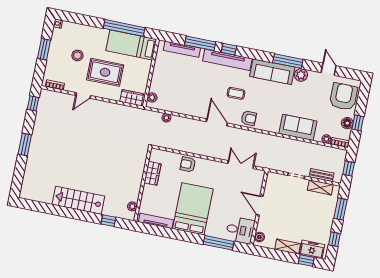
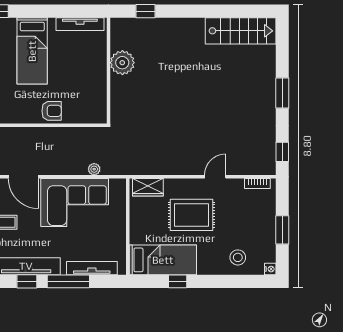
window: (124, 28) -> (178, 281), width x0.32
stool: (77, 55) -> (238, 257), moved
plant: (152, 97) -> (119, 193), removed
corner sofa: (185, 97) -> (75, 203), added
wardrobe: (153, 173) -> (98, 89), removed
stairs: (78, 200) -> (241, 31), moved
plant: (132, 206) -> (122, 63), moved, width x1.87, depth x1.87
bed: (193, 209) -> (32, 51), width x0.67

